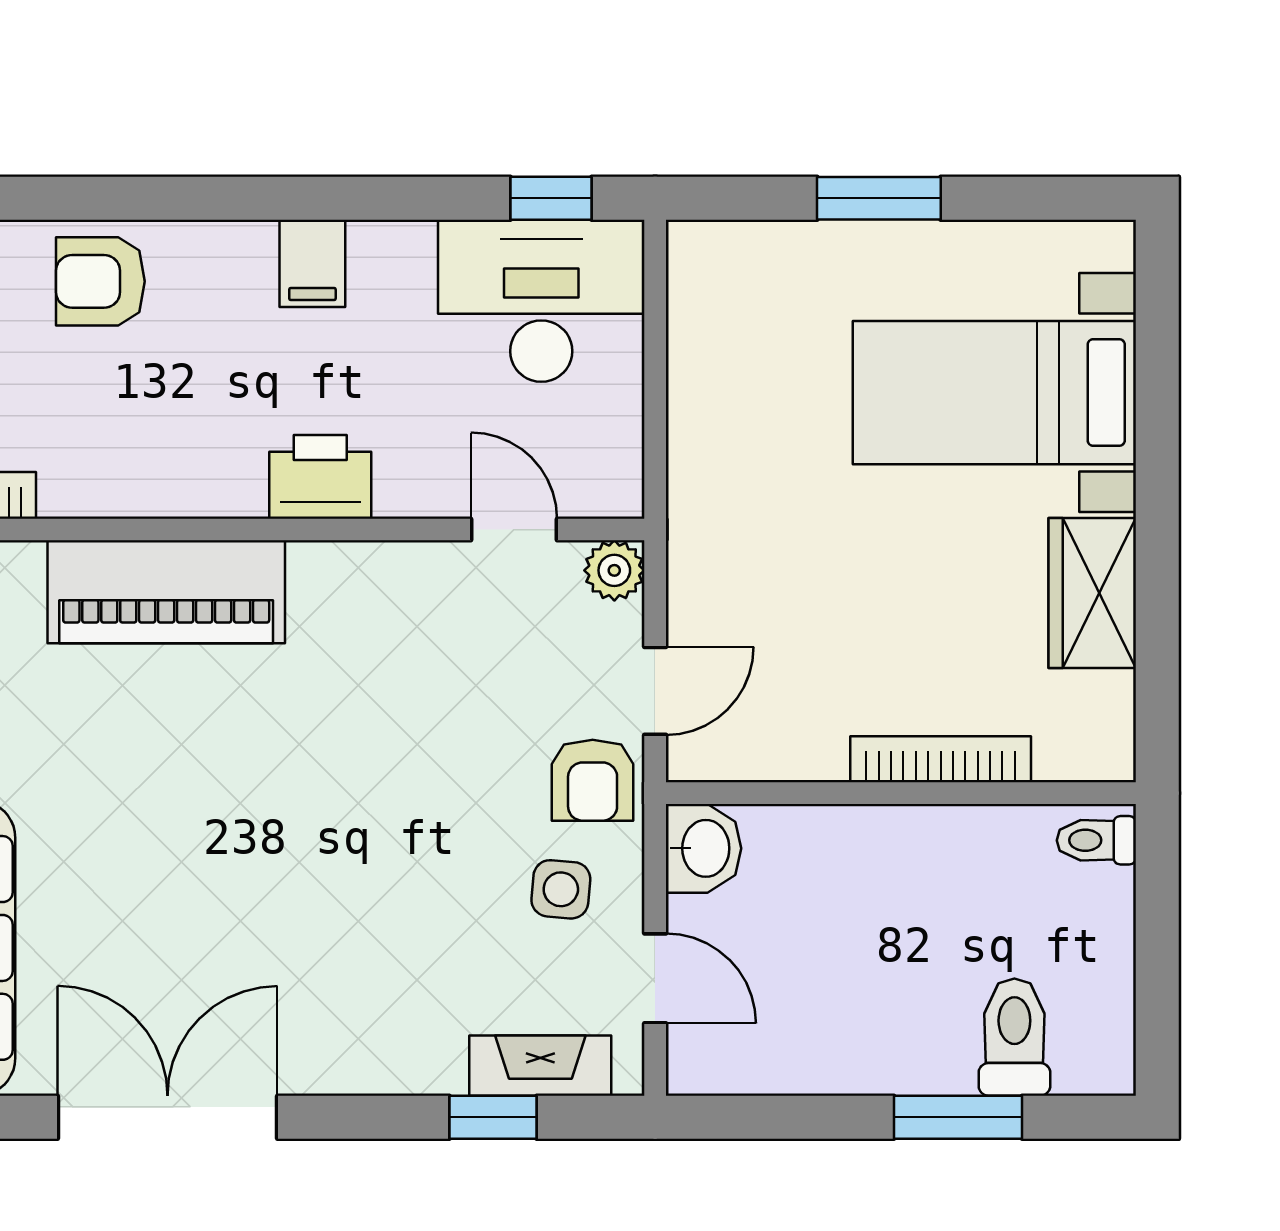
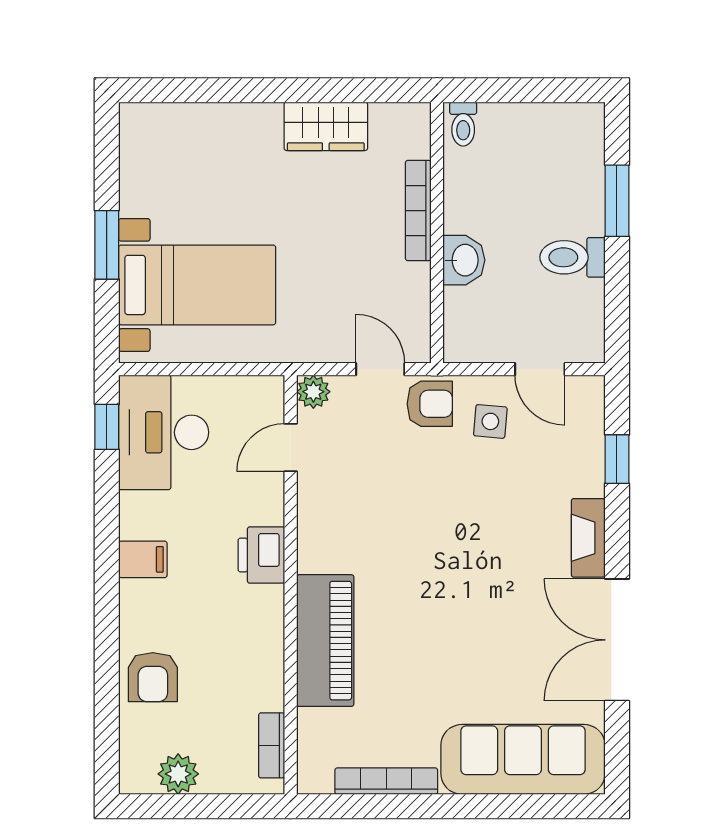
bed with nightstands: (994, 393) -> (197, 285), moved, turned -90
washbasin: (704, 848) -> (464, 260), moved, turned 90
door: (655, 978) -> (540, 369), swing flipped
toilet: (1014, 1037) -> (572, 257), moved
fireplace: (540, 1066) -> (588, 538), moved

